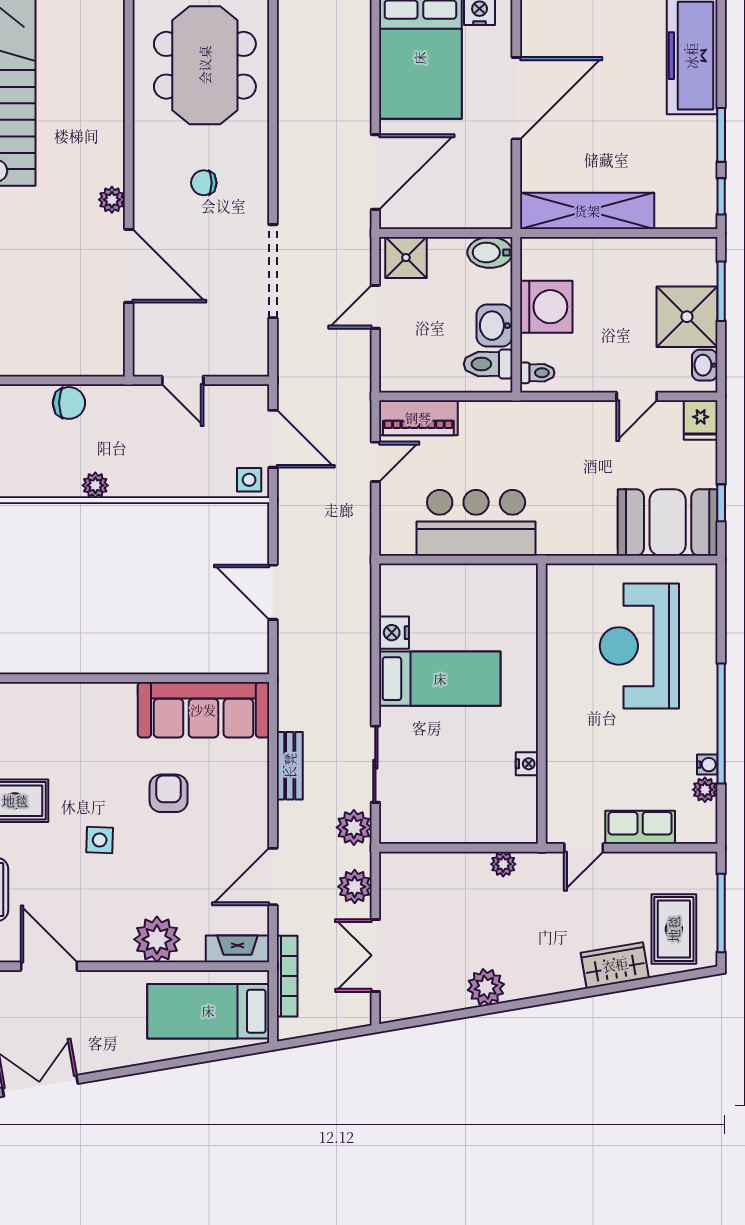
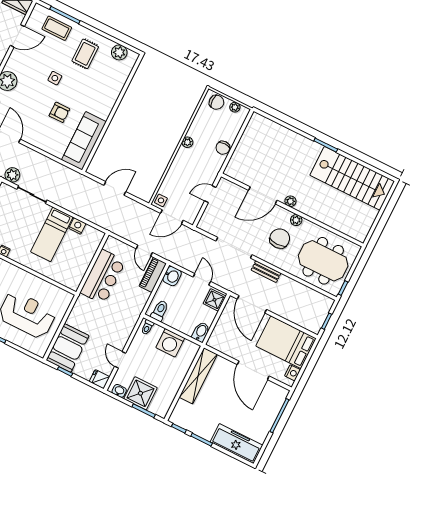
plant: (146, 167) -> (296, 220), added
chair: (204, 183) -> (280, 239), width x1.87, depth x1.87
washbasin: (494, 326) -> (172, 276), moved, turned 90
bench: (290, 766) -> (266, 272), moved

